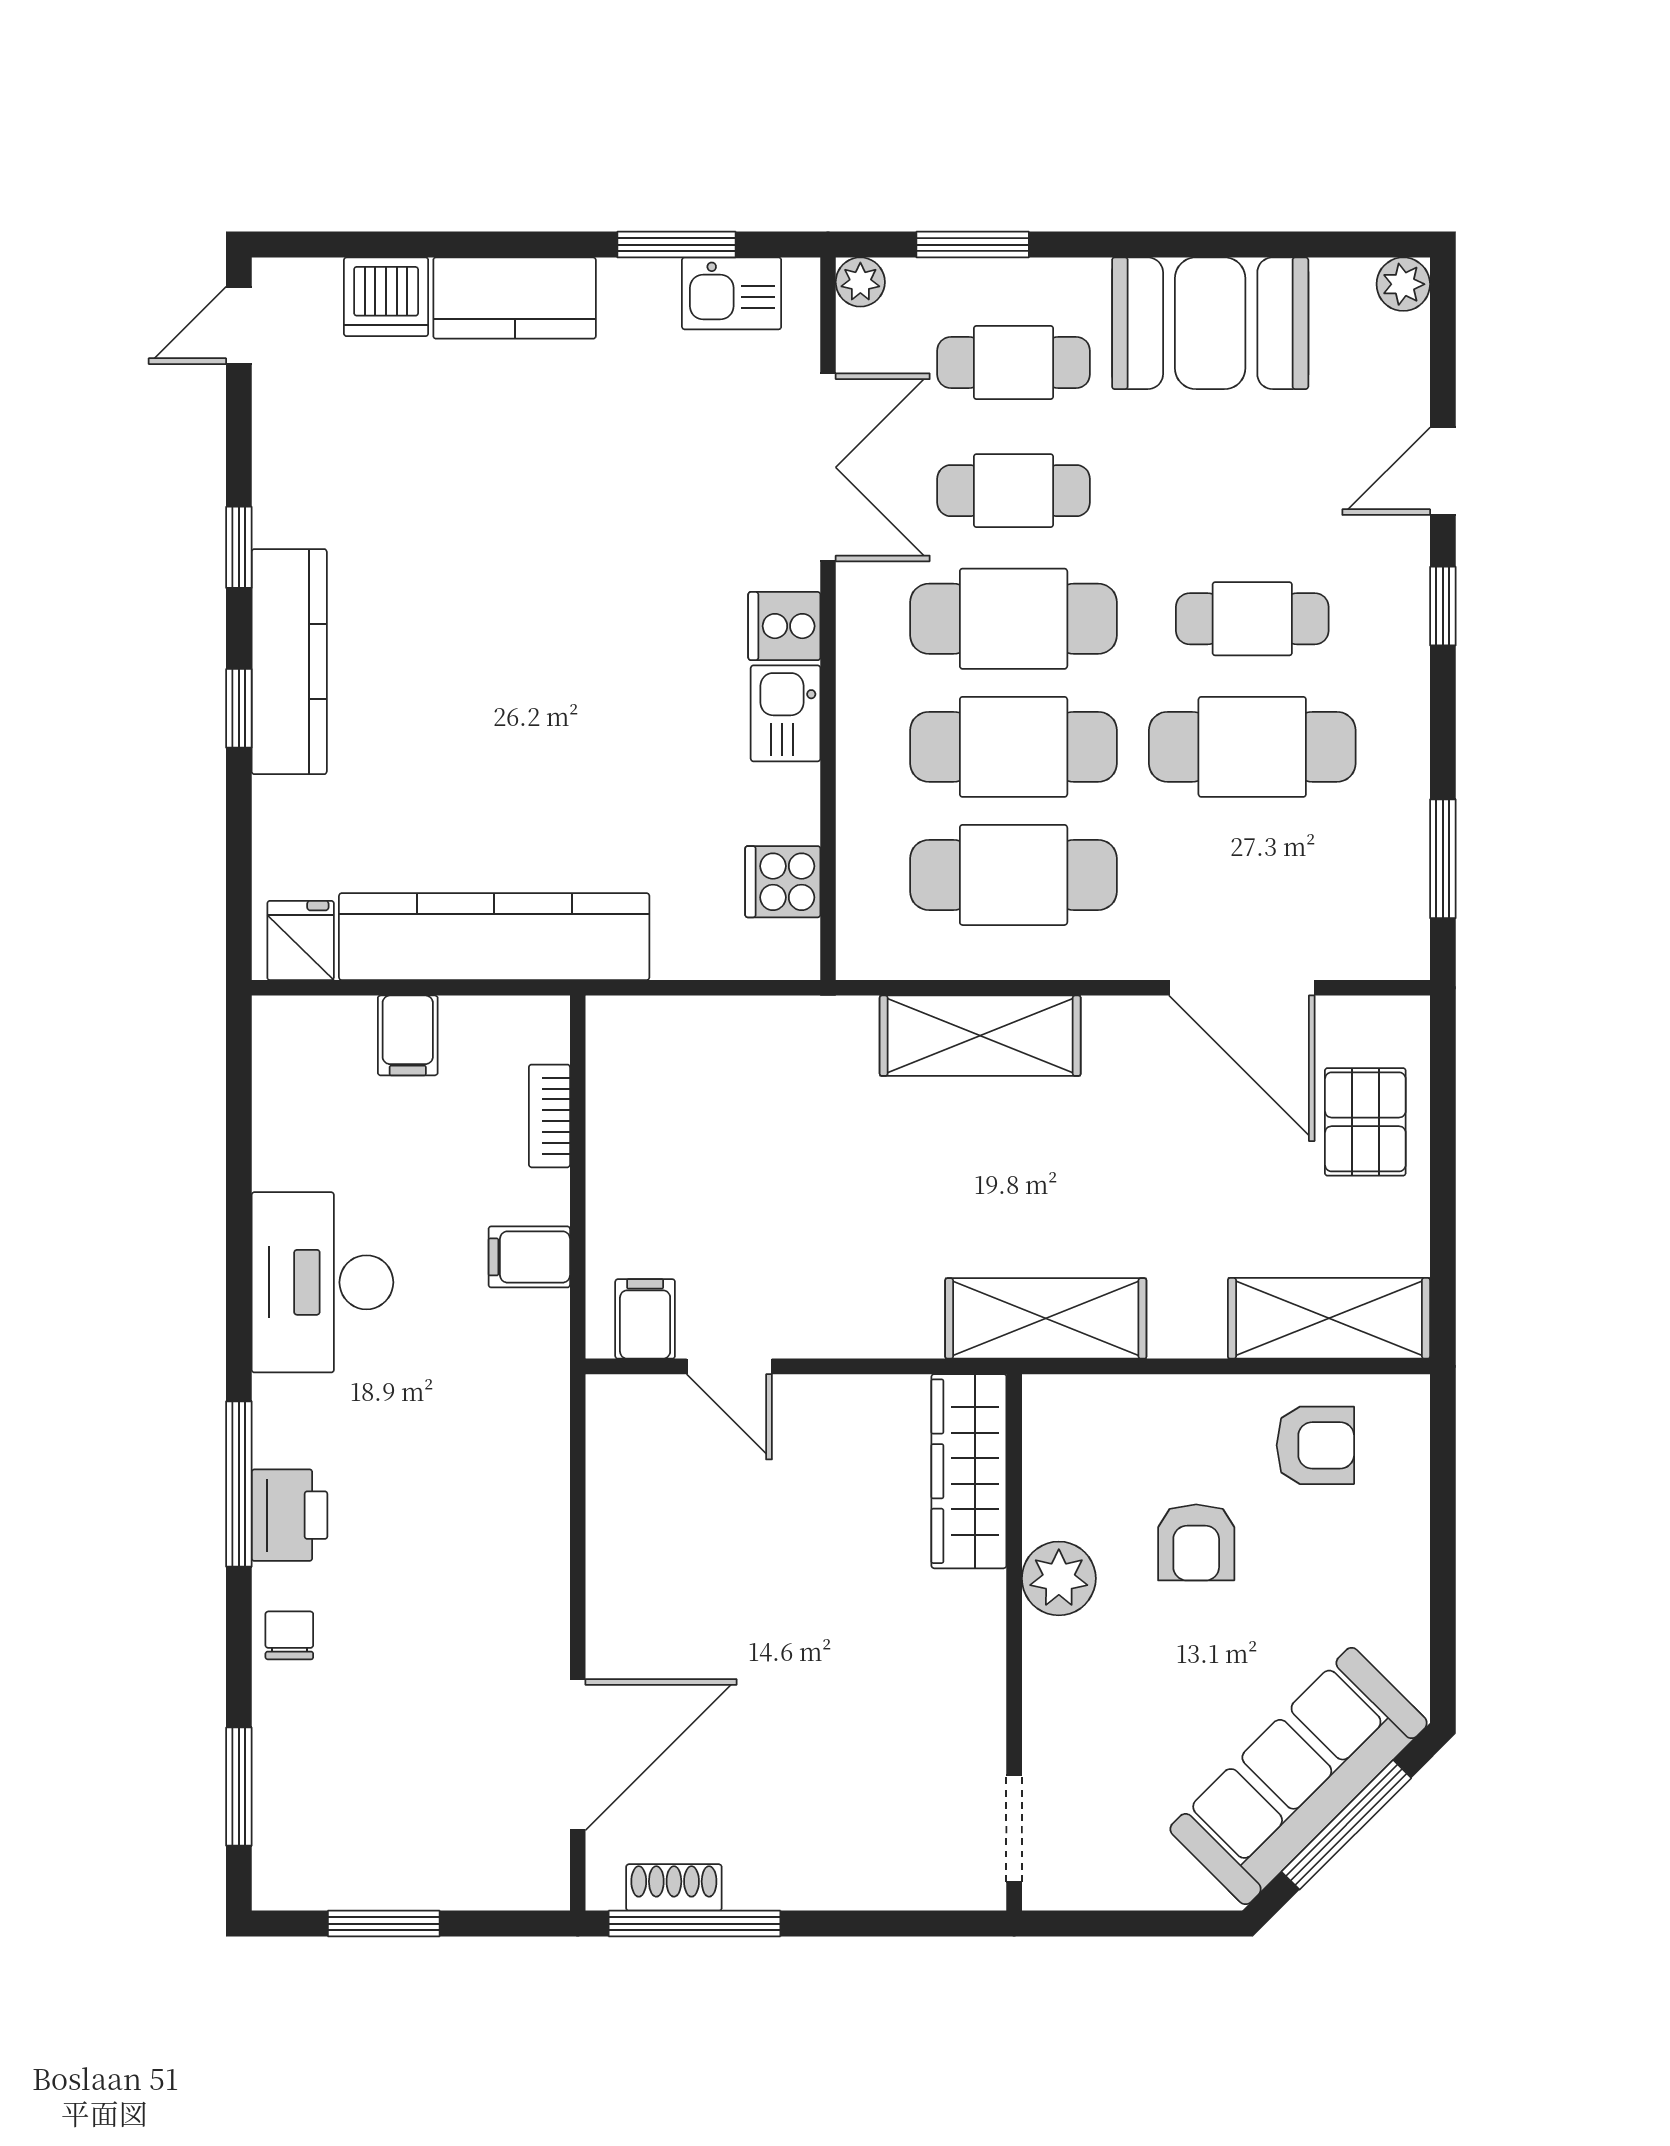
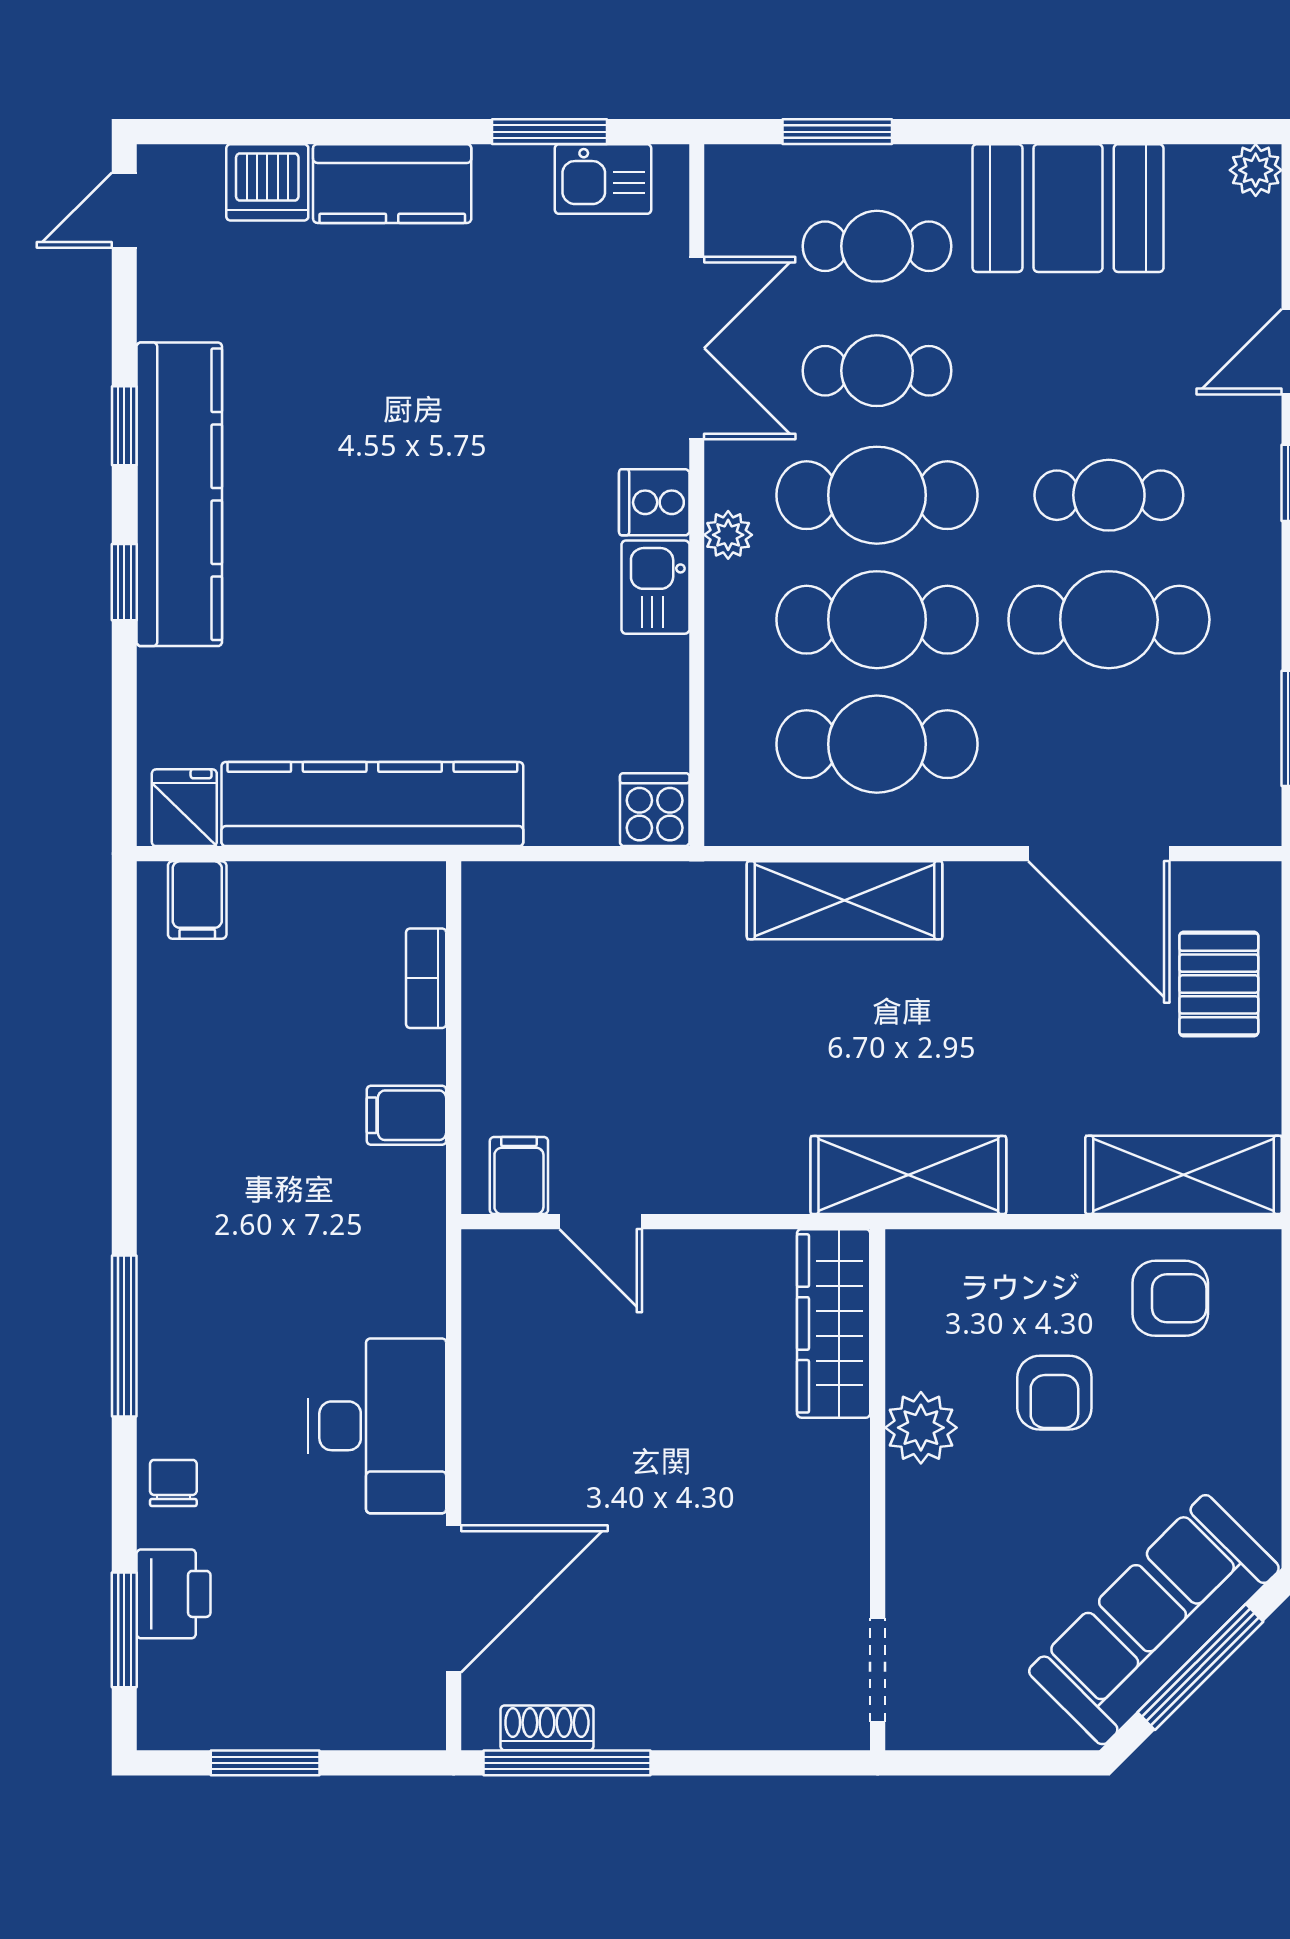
plant: (860, 282) -> (728, 535), moved
kitchen counter: (289, 662) -> (179, 494), width x1.39, depth x1.17
cooker: (783, 882) -> (655, 810), moved, turned 90
filing cabinet: (408, 1035) -> (197, 900), moved
desk: (323, 1282) -> (377, 1426), moved, turned 180
printer: (290, 1515) -> (174, 1594), moved

